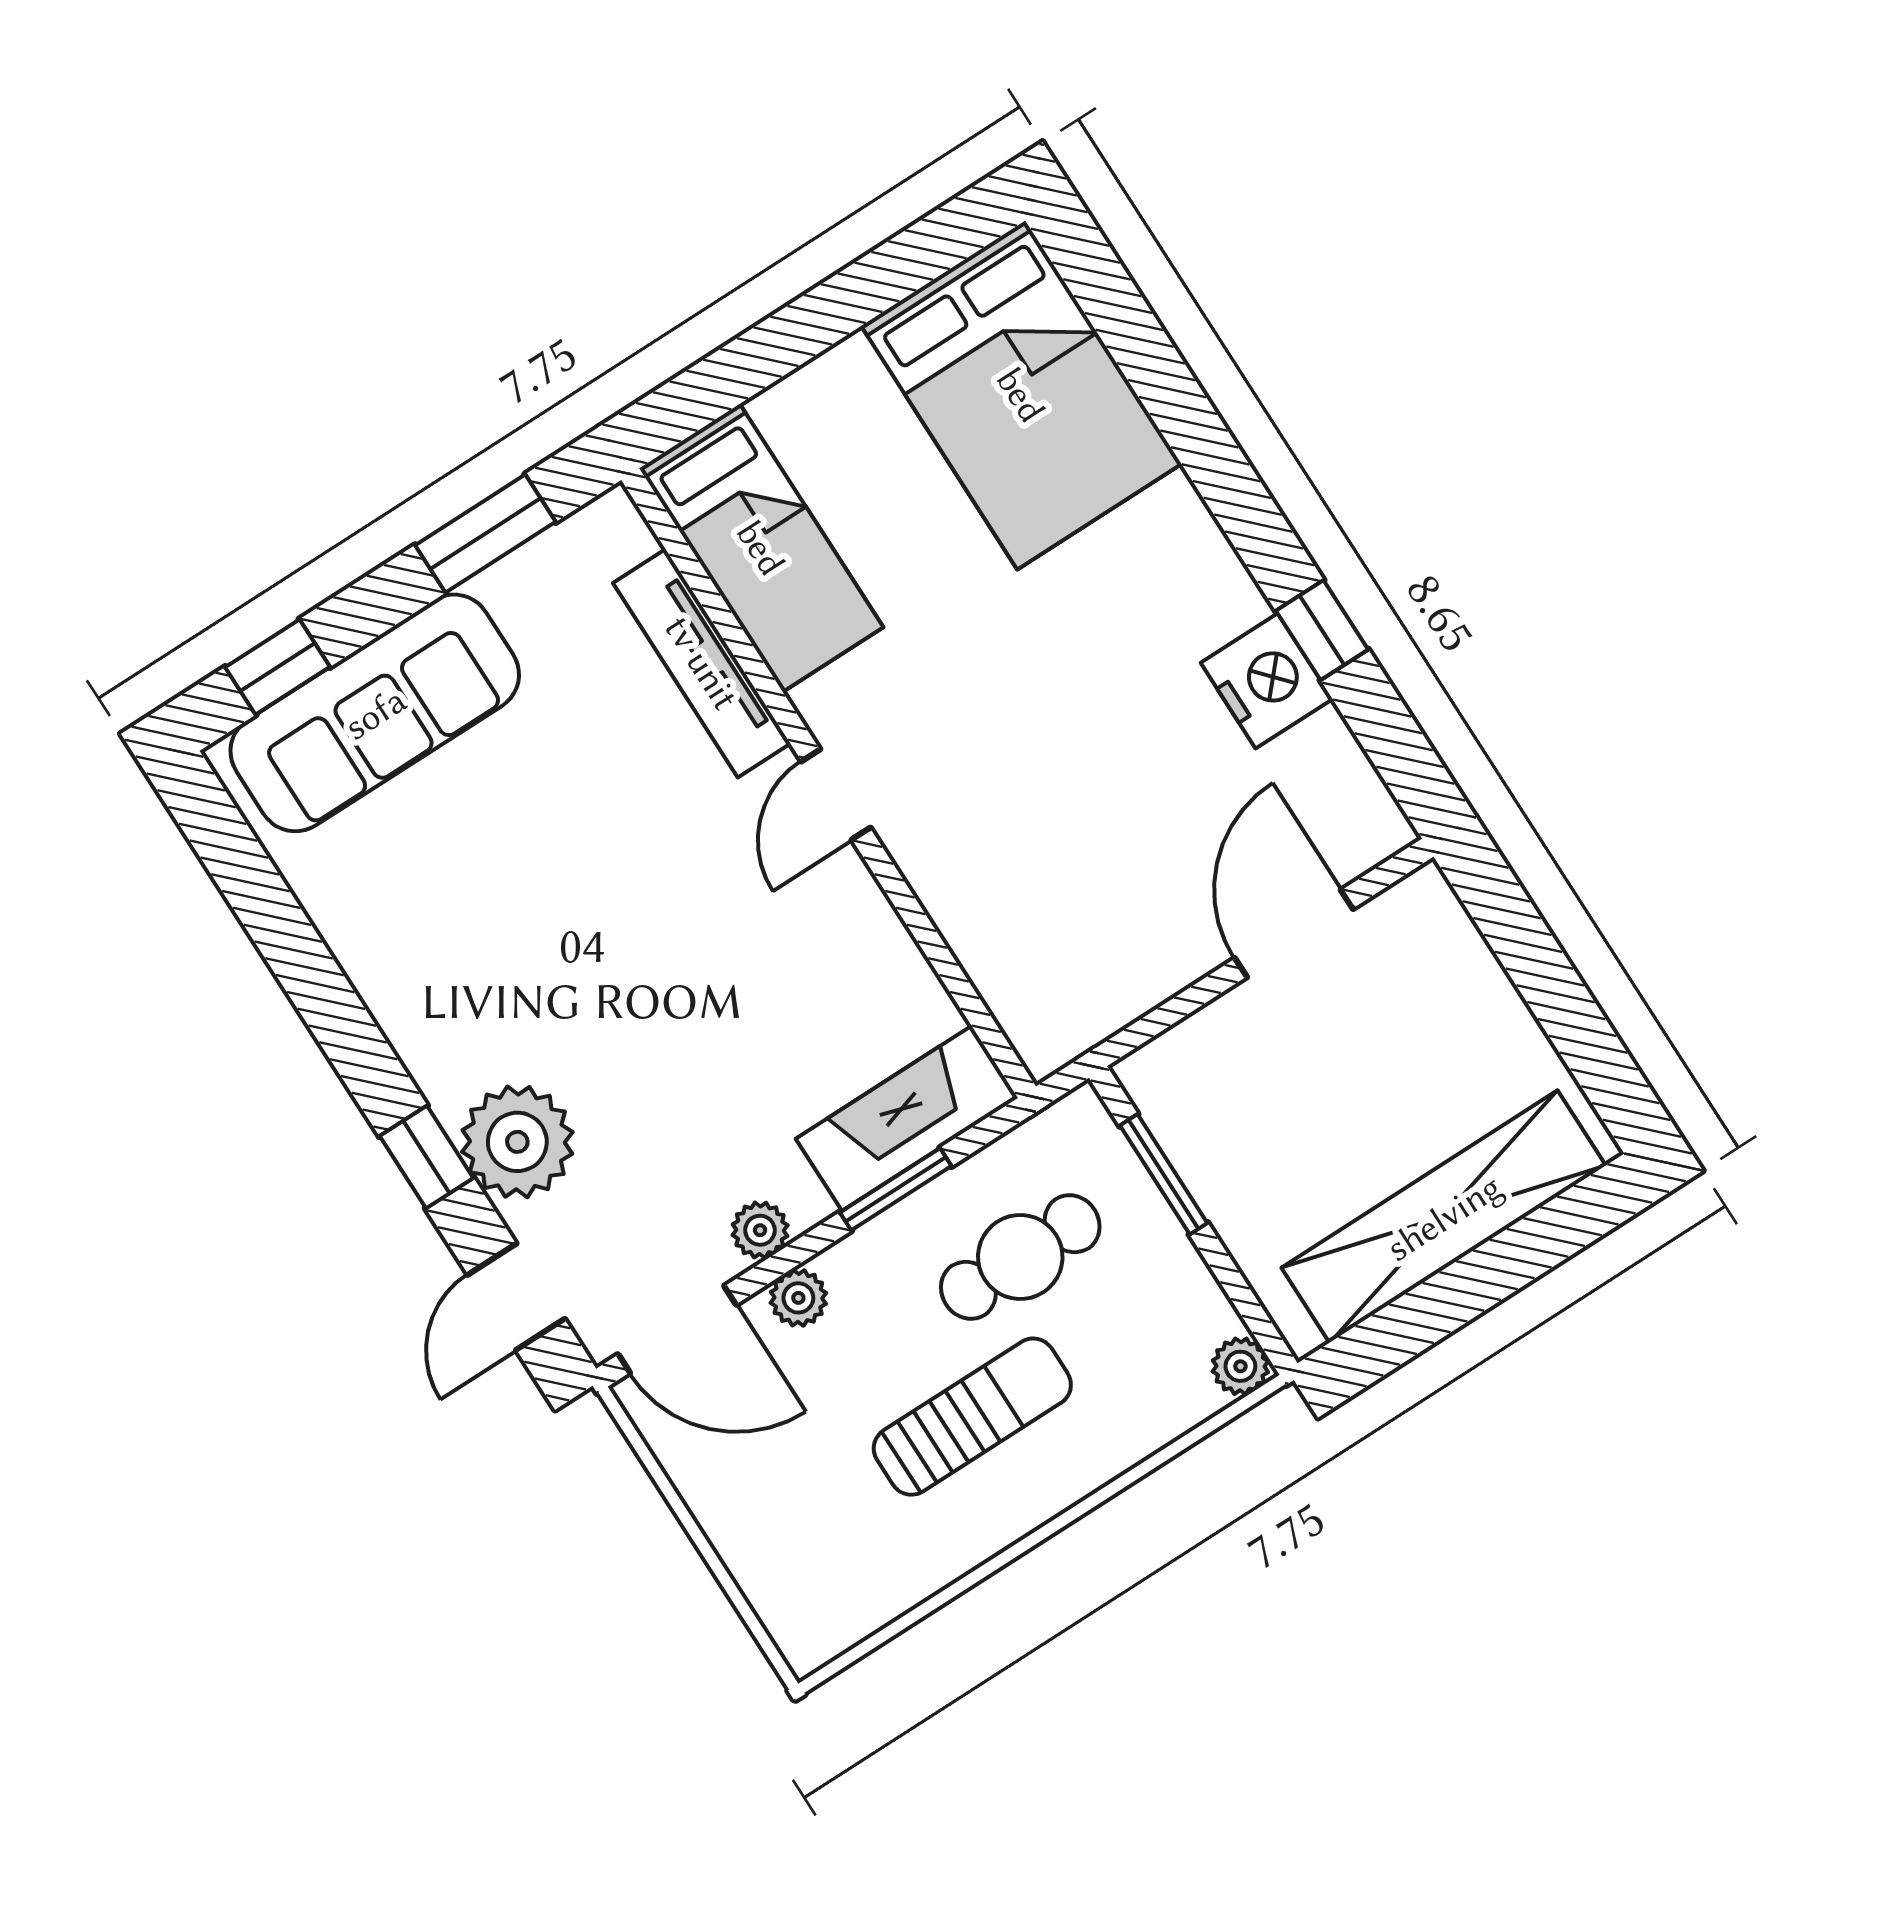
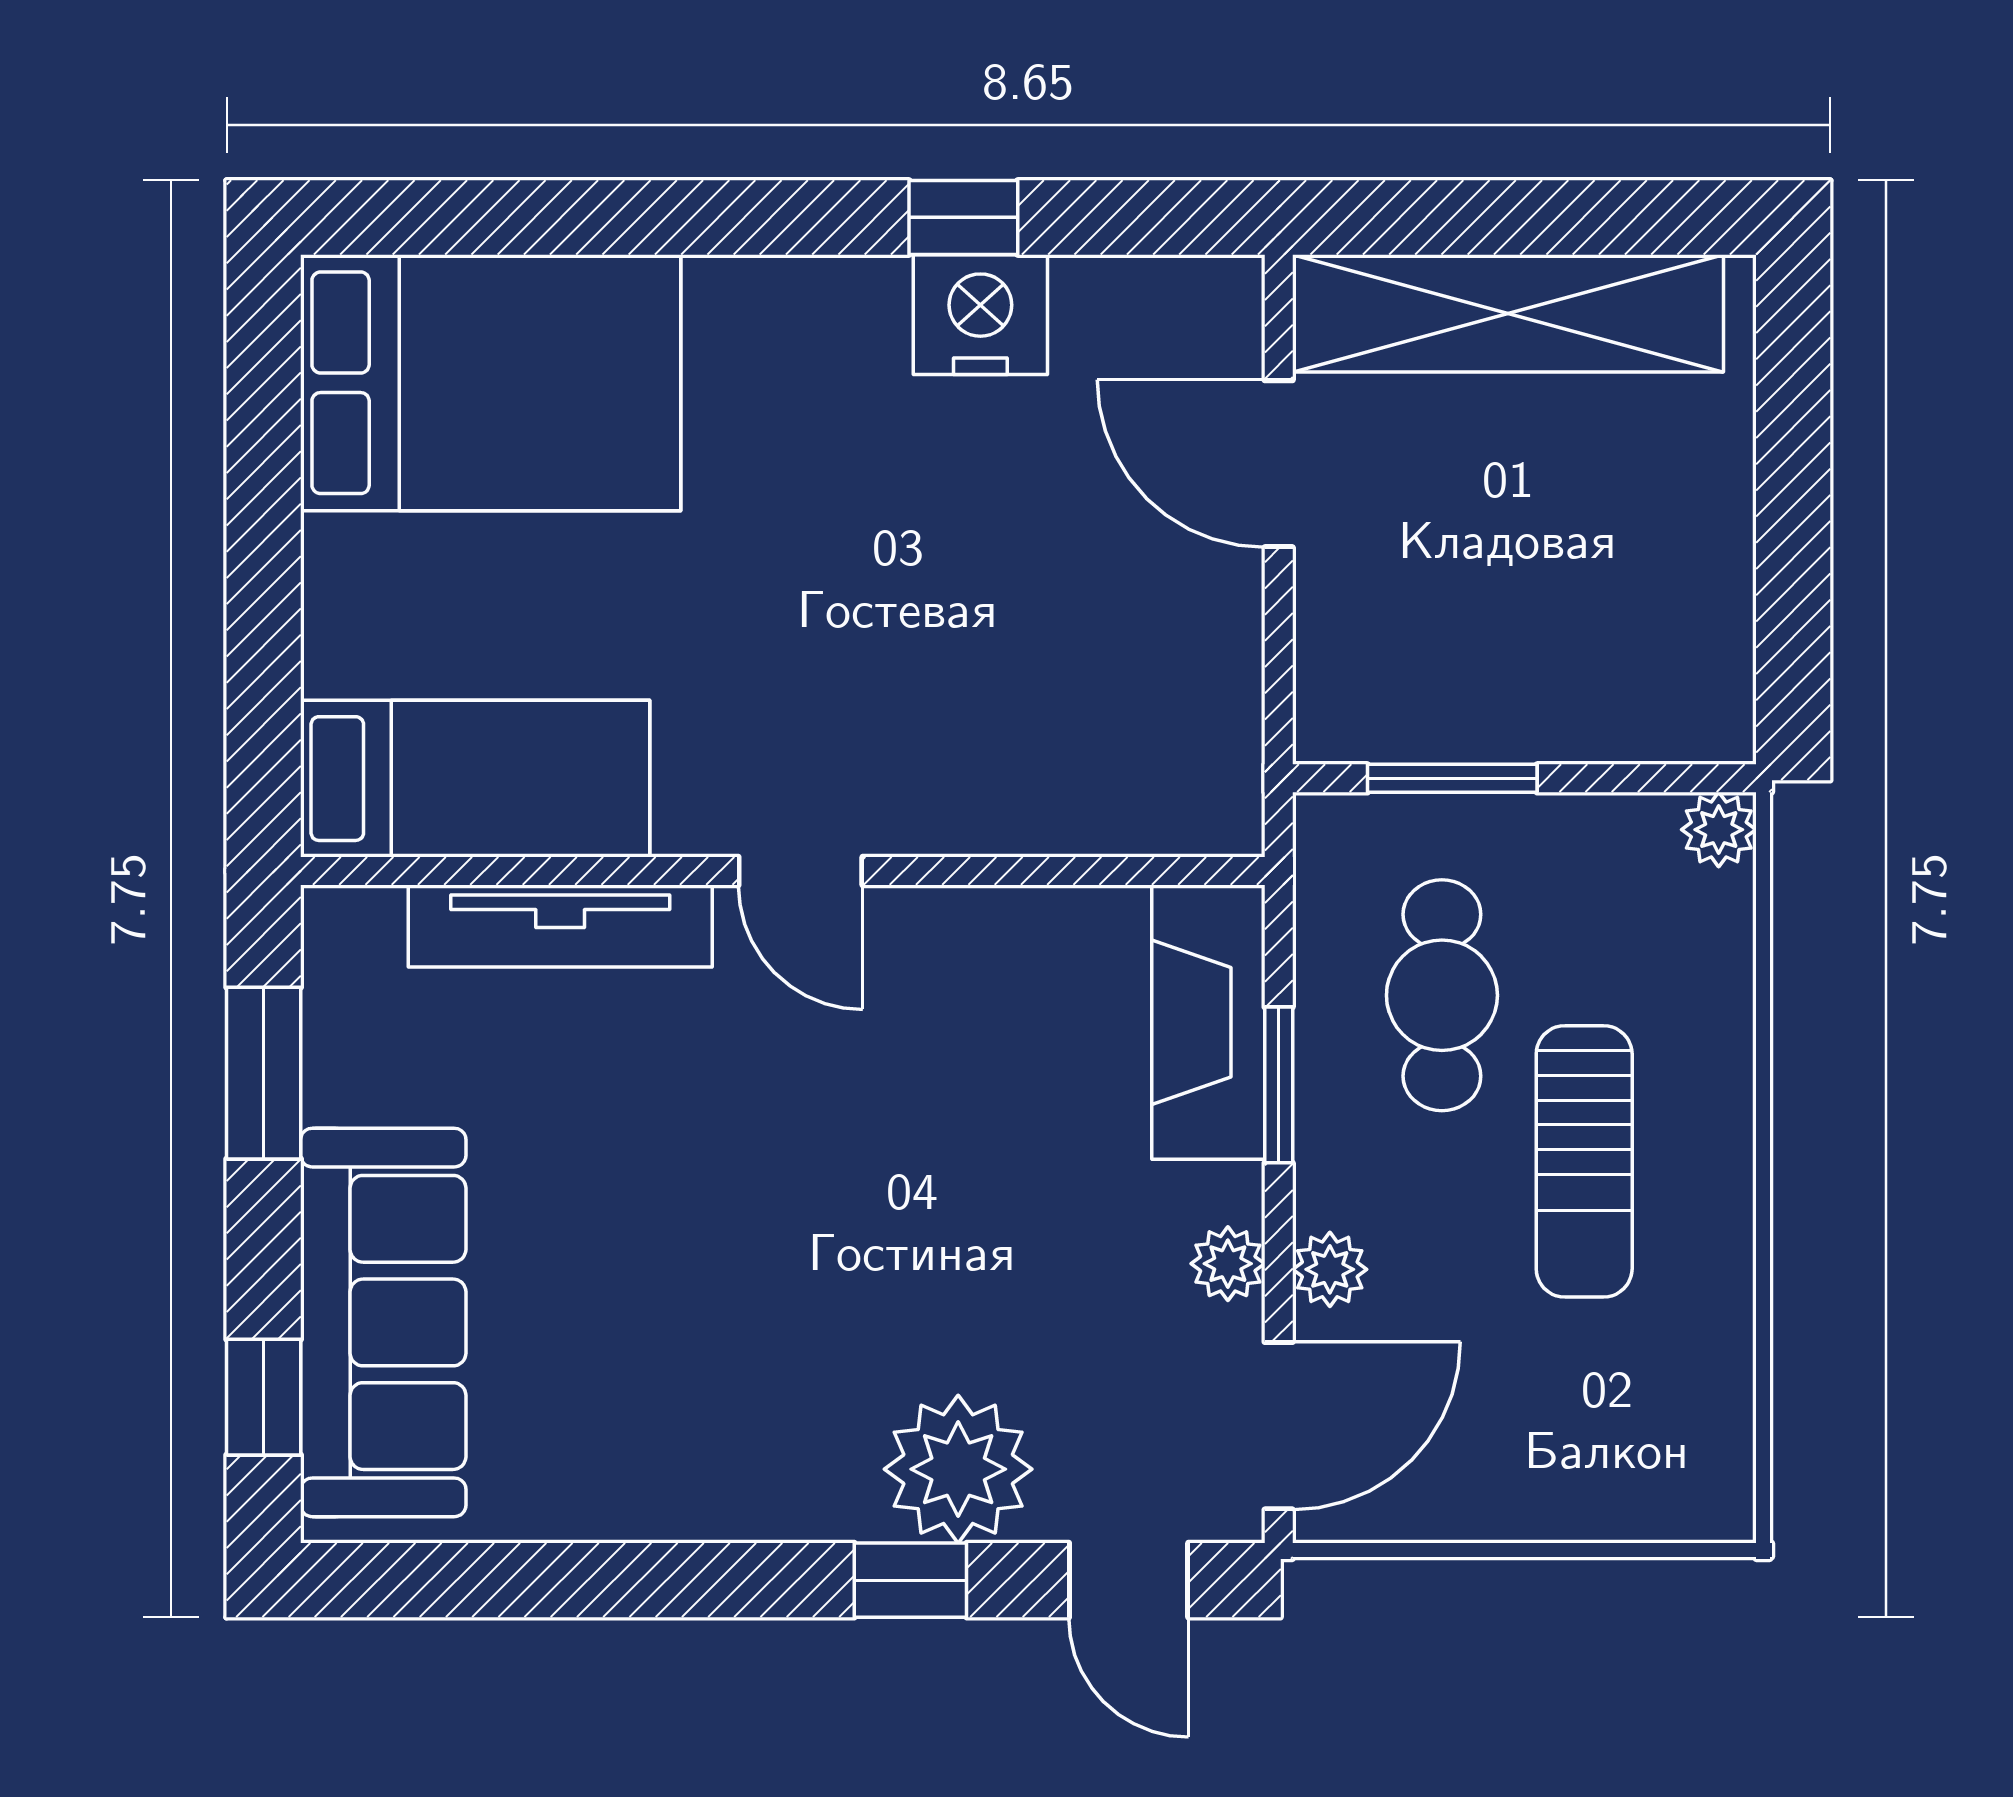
shelving: (1444, 1217) -> (1508, 313), moved, turned 90
sun lounger: (972, 1417) -> (1584, 1161), turned 180

